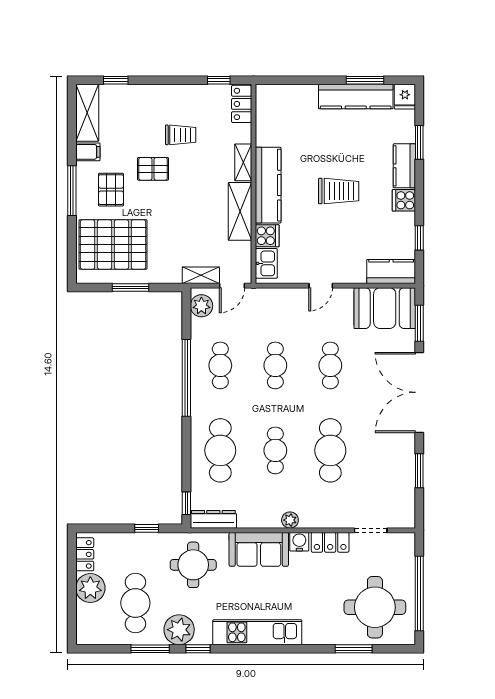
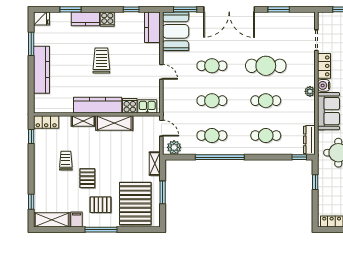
kitchen counter: (356, 97) -> (42, 70), moved
shelving: (201, 275) -> (155, 164), moved
cafe table: (220, 450) -> (266, 136), width x0.73, depth x0.74

